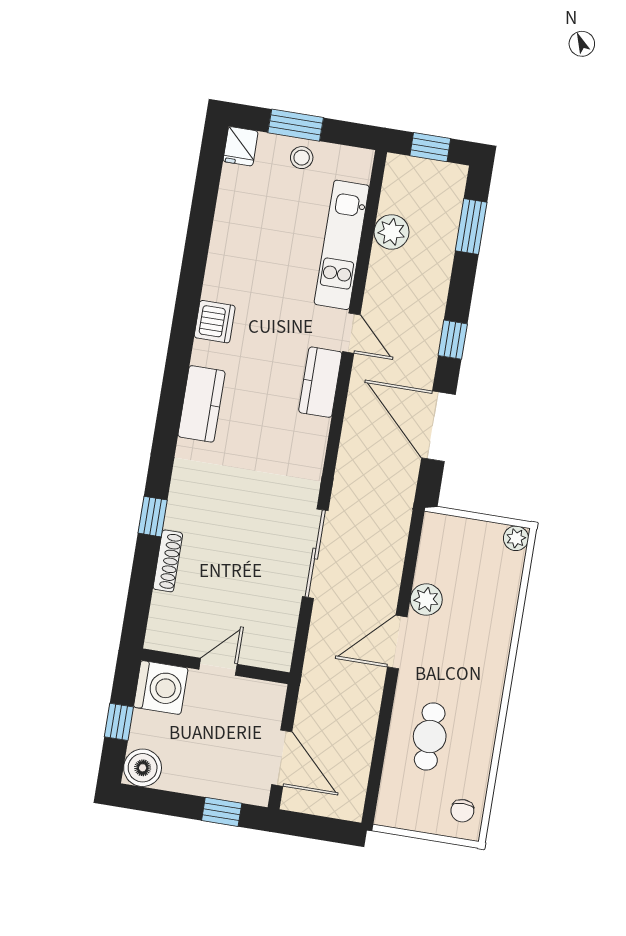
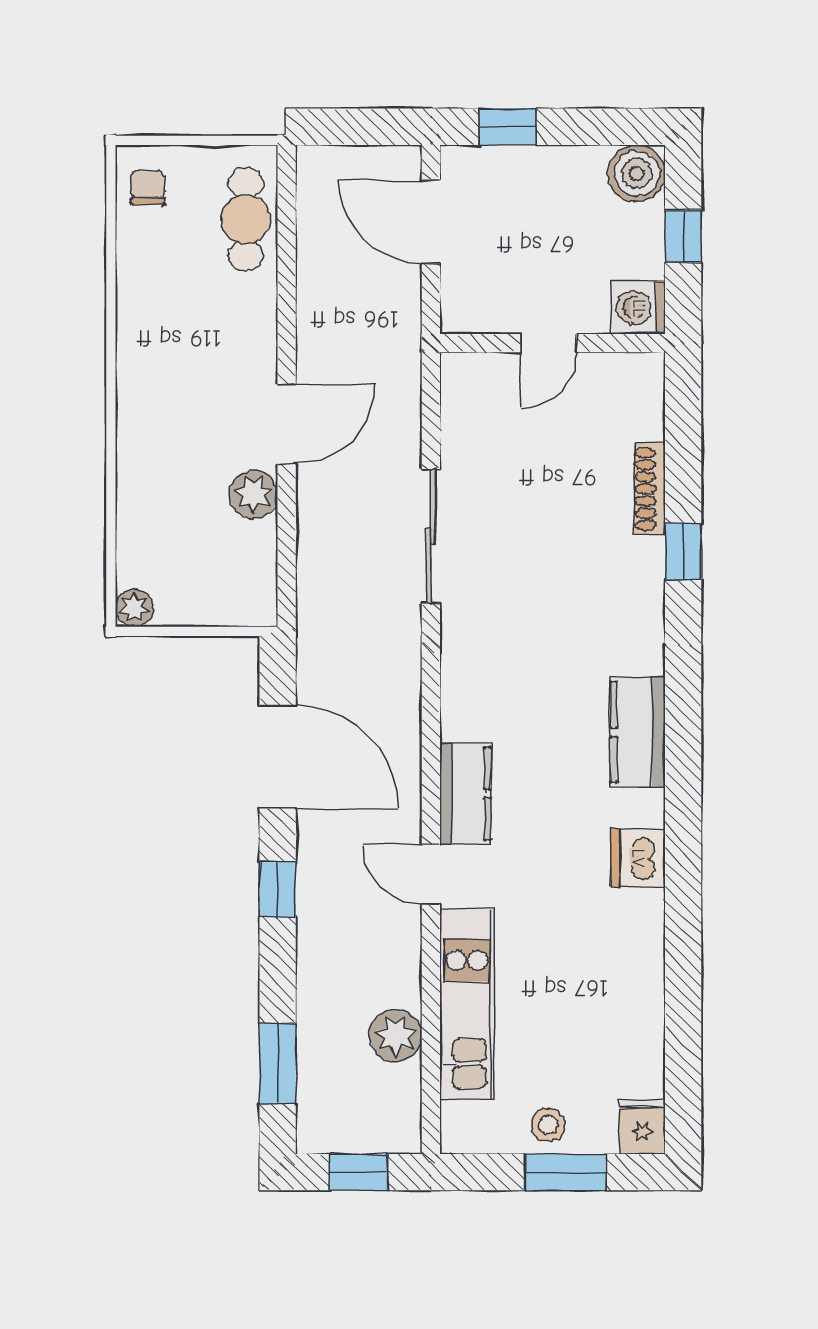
washing machine: (161, 688) -> (639, 308), width x0.73, depth x0.73
cafe table: (430, 737) -> (246, 219), moved

